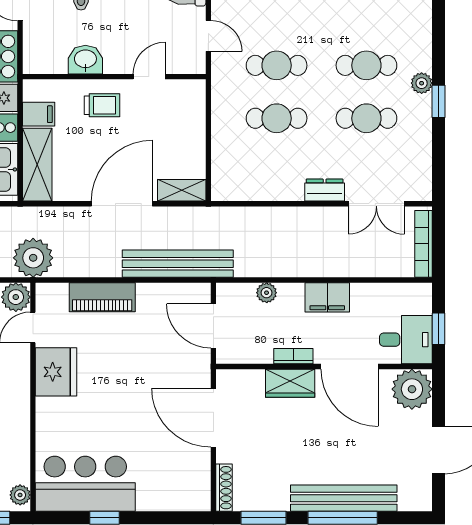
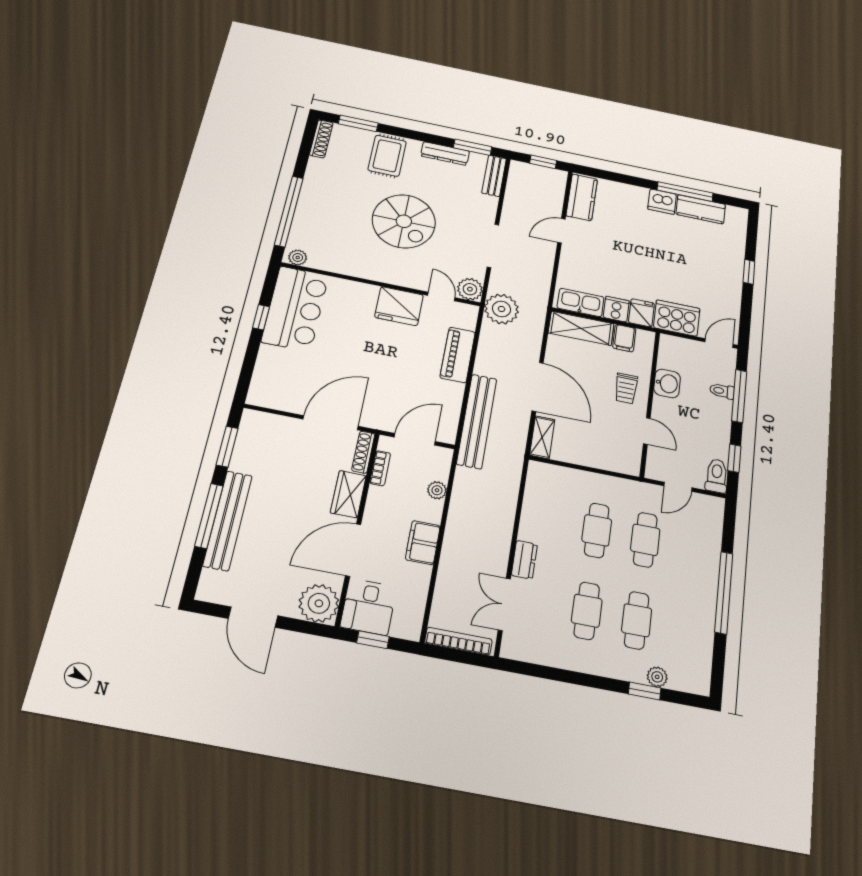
plant: (422, 83) -> (657, 677), moved
window: (438, 101) -> (645, 691), moved
bookcase: (293, 356) -> (380, 468), moved
shoe rack: (224, 488) -> (363, 452), moved, turned 90

